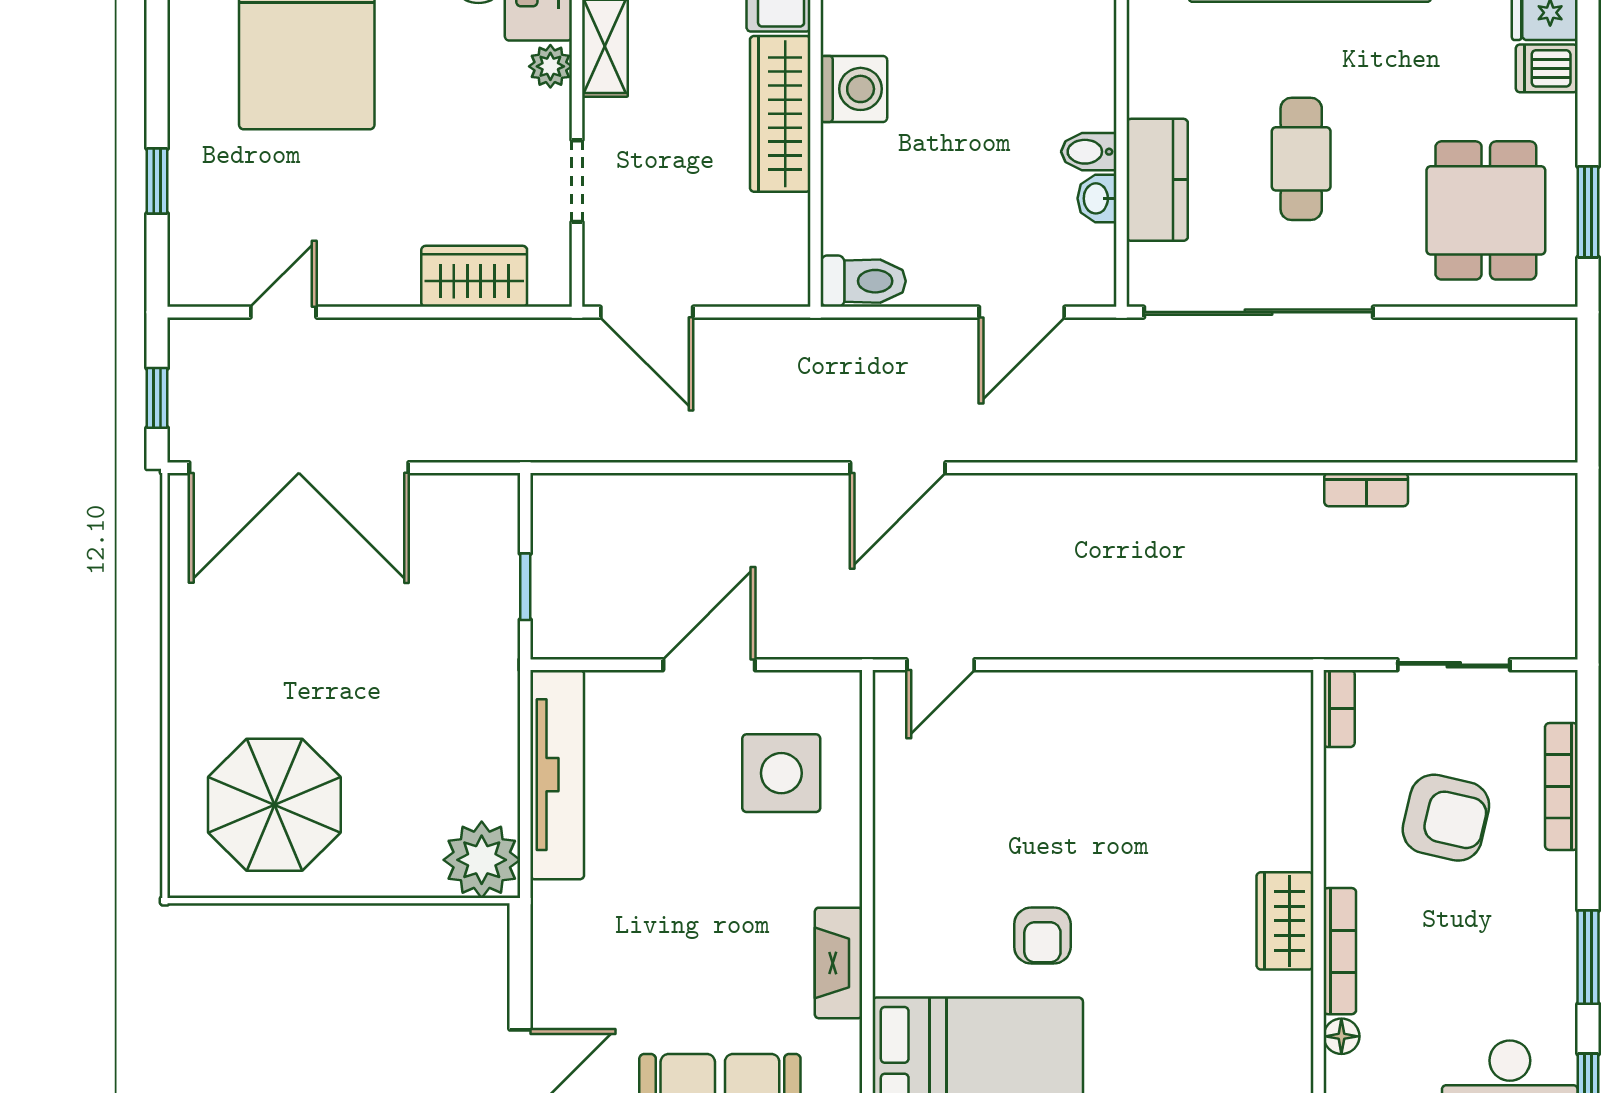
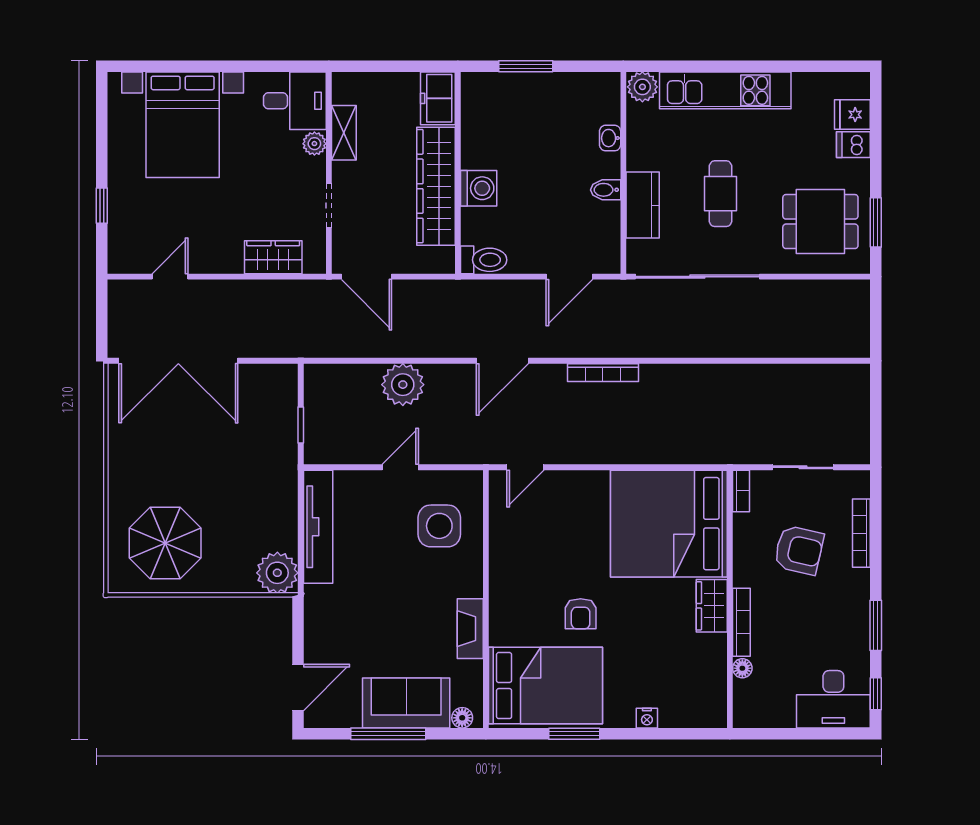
washing machine: (854, 89) -> (479, 188), moved
wardrobe: (780, 114) -> (436, 186), width x1.40, depth x1.17
washbasin: (1097, 198) -> (610, 138), moved
dining table: (1486, 210) -> (820, 222), turned 90
window: (157, 398) -> (102, 323), removed
bookcase: (1366, 490) -> (603, 373), moved, width x1.56
plant: (714, 512) -> (403, 385), added
door: (709, 665) -> (400, 467), width x0.73
bed: (1206, 769) -> (669, 524), added

